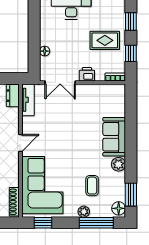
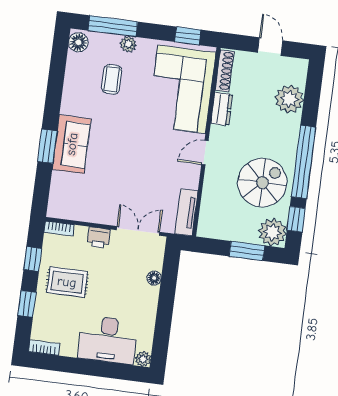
dresser: (13, 96) -> (222, 109), moved
plant: (118, 164) -> (71, 105), removed
window: (131, 195) -> (47, 146), moved

